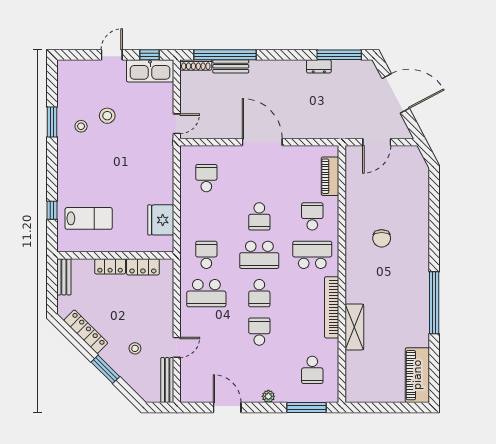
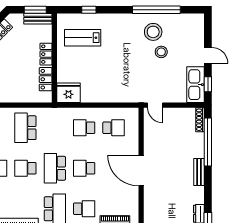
bench: (231, 66) -> (199, 172), moved
window: (52, 122) -> (156, 10), width x2.11
stool: (81, 126) -> (153, 32), width x1.89, depth x1.89
door: (262, 142) -> (141, 171), swing flipped
lab bench: (89, 218) -> (83, 38), turned 90
fridge: (161, 220) -> (68, 93), moved
school desk: (206, 255) -> (84, 128), moved, turned 180
window: (52, 280) -> (35, 10), added

